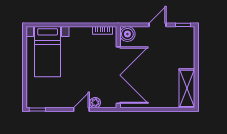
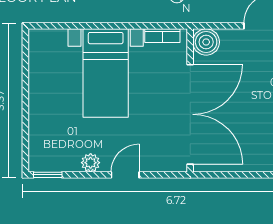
bed with nightstands: (48, 52) -> (106, 73), moved
plant: (95, 103) -> (91, 163), moved

